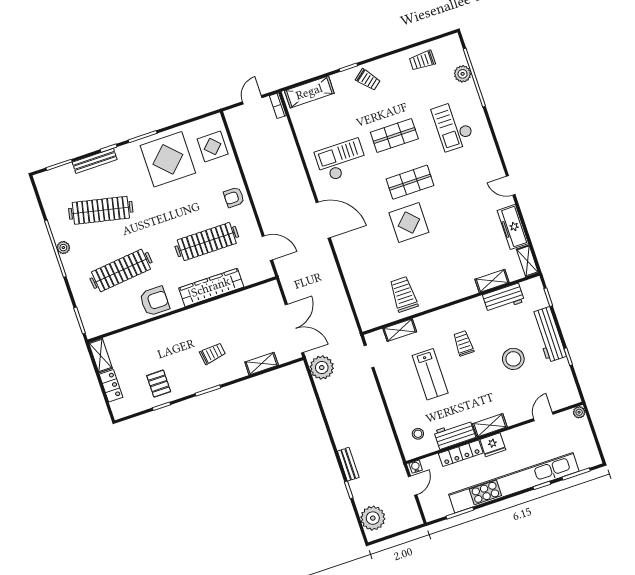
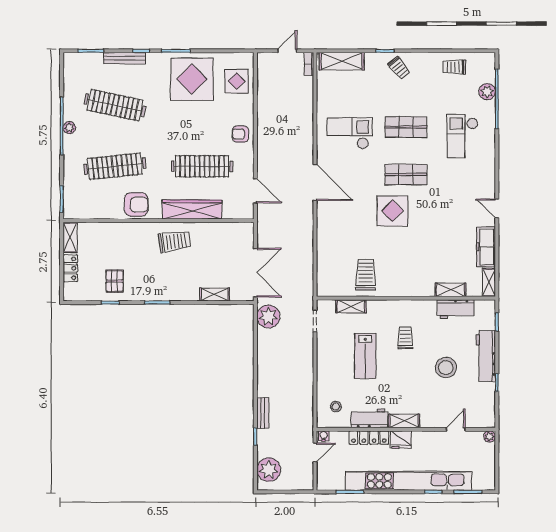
trolley: (213, 353) -> (174, 241), moved, width x1.36, depth x1.39

